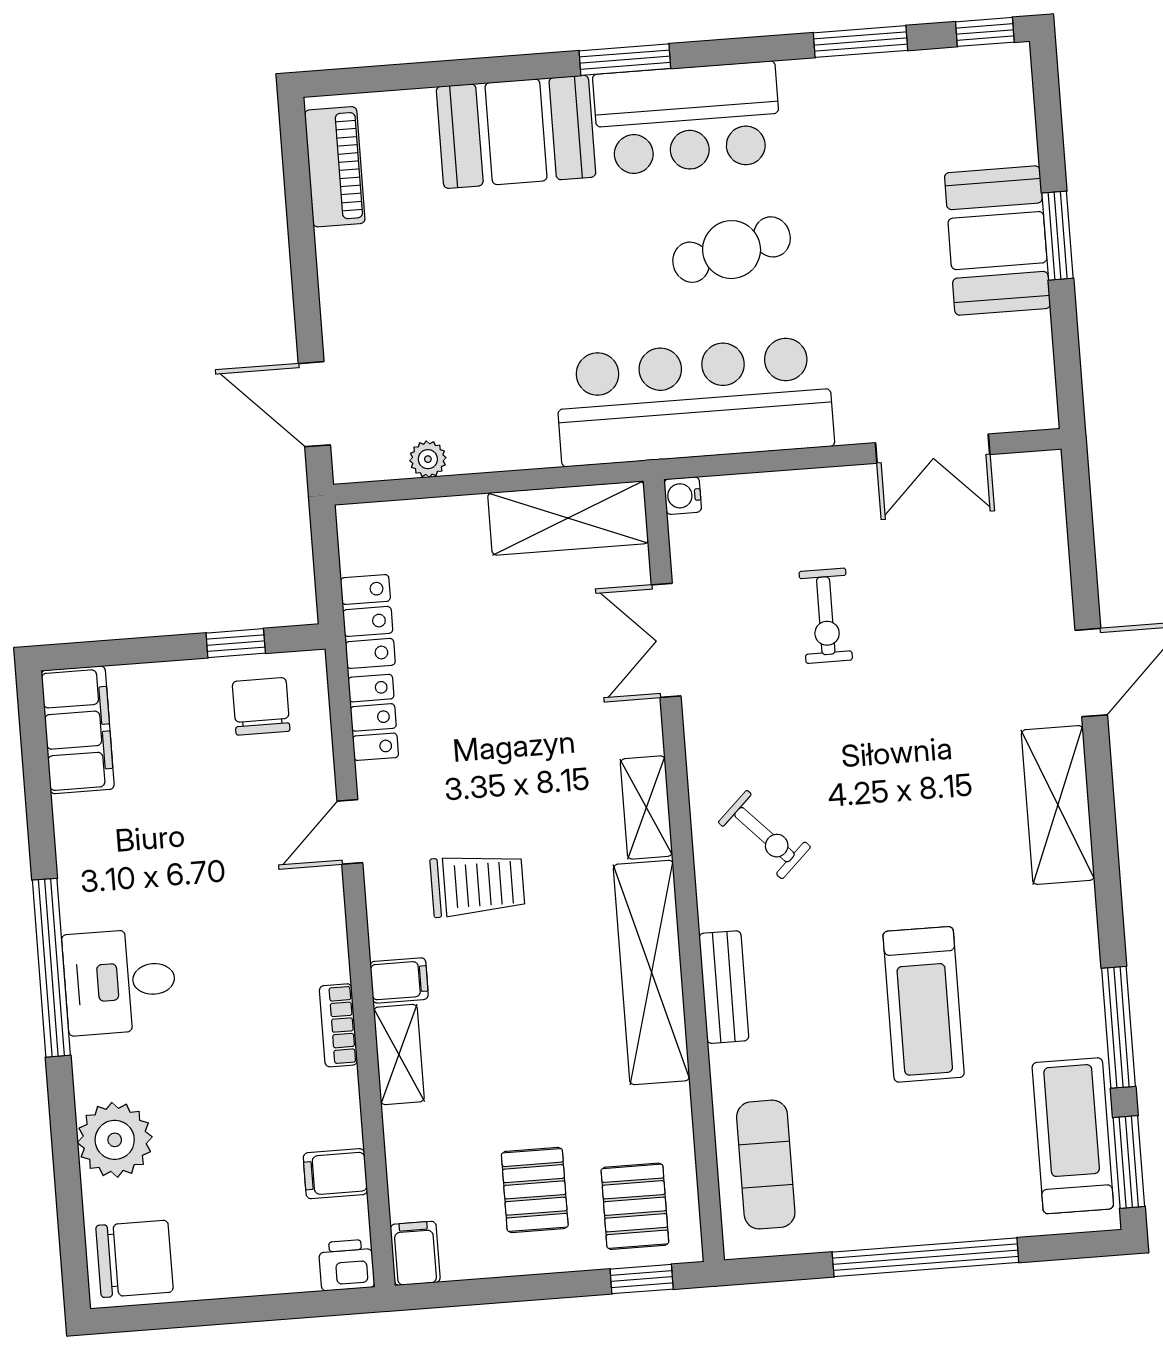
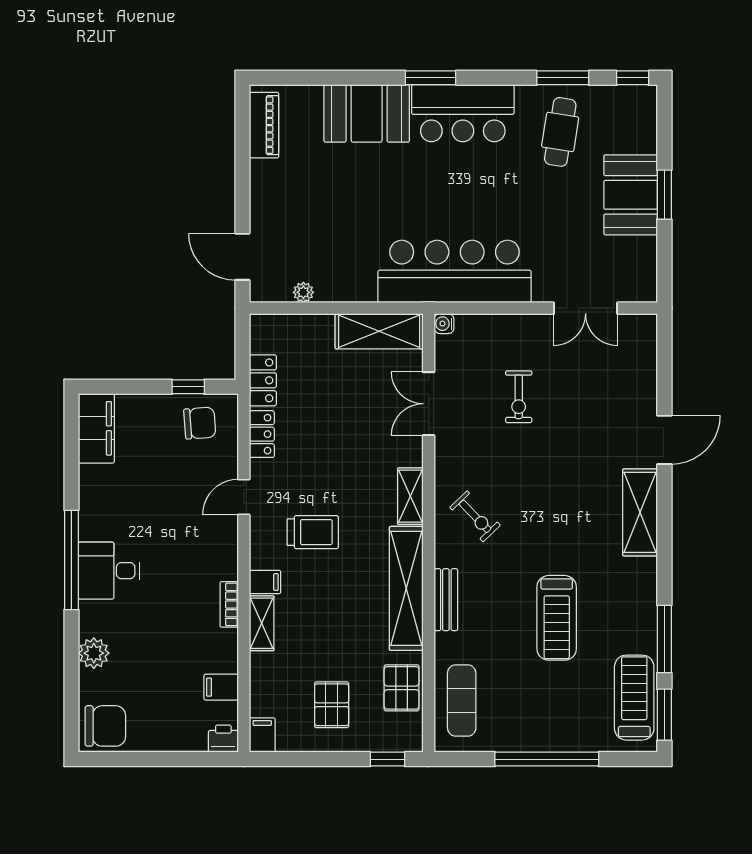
cafe table: (732, 250) -> (560, 132), moved, turned -68
chair: (261, 706) -> (200, 423), turned 86
plant: (115, 1140) -> (94, 653), width x0.73, depth x0.73
pallet: (635, 1206) -> (402, 688), moved

